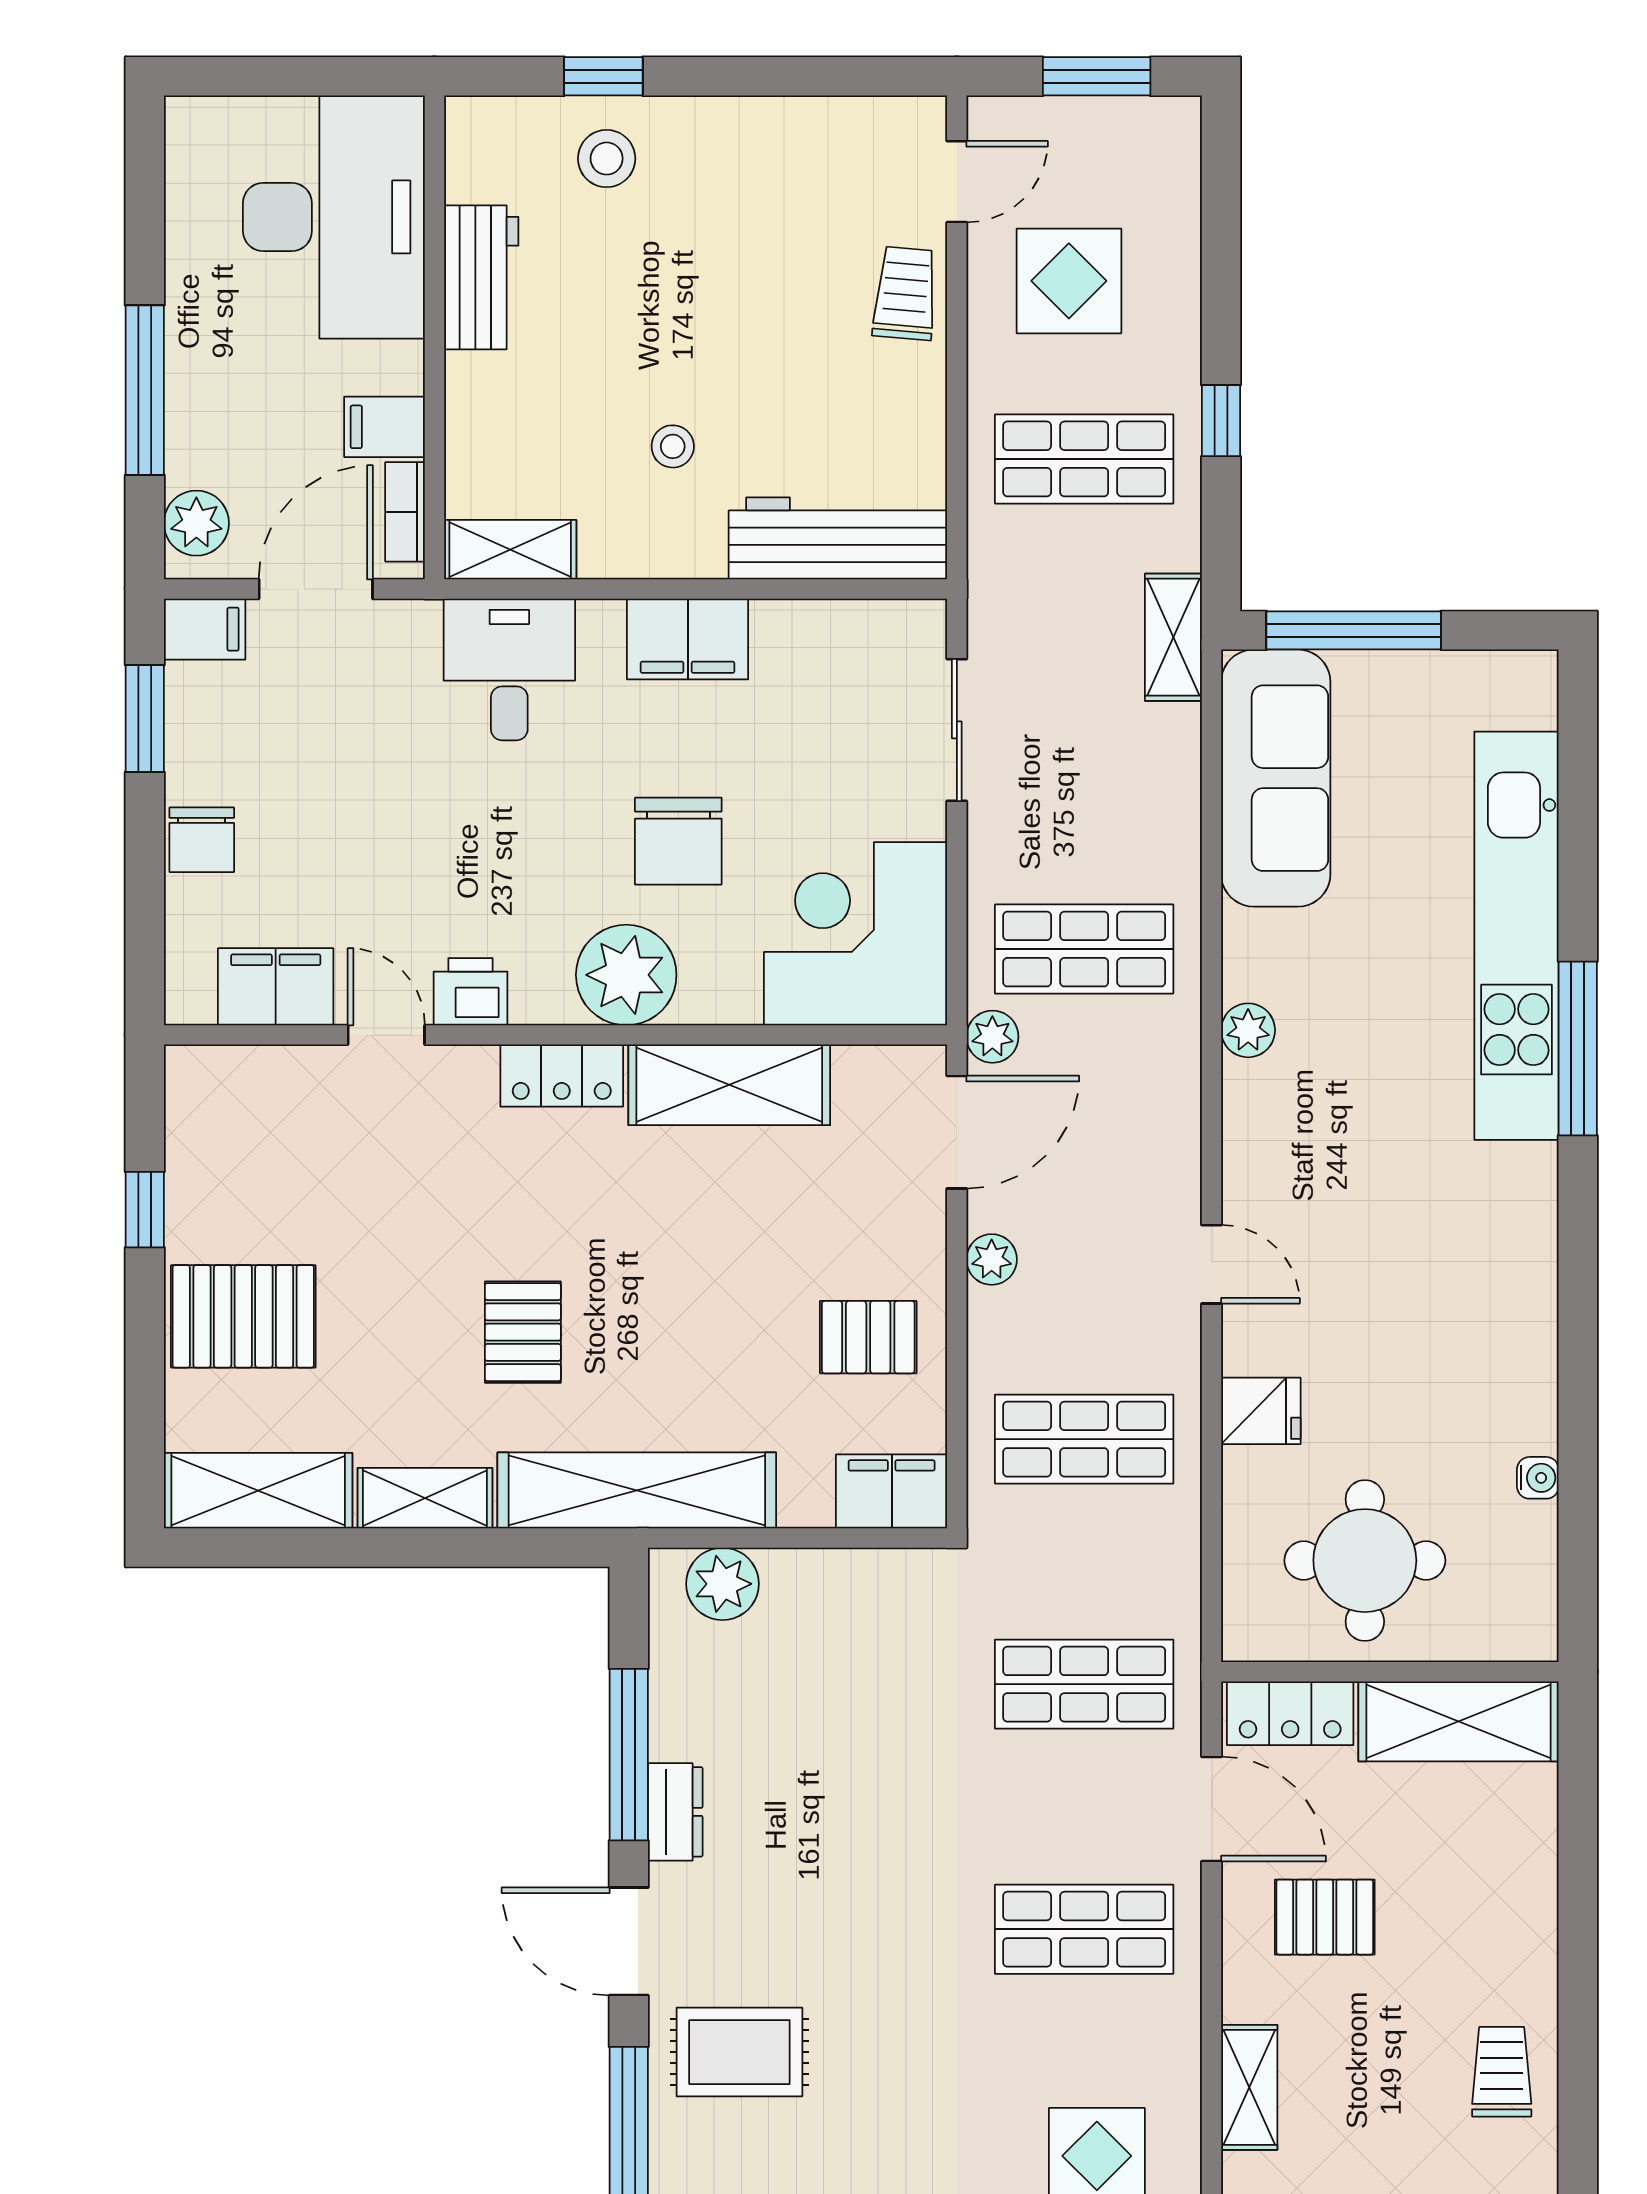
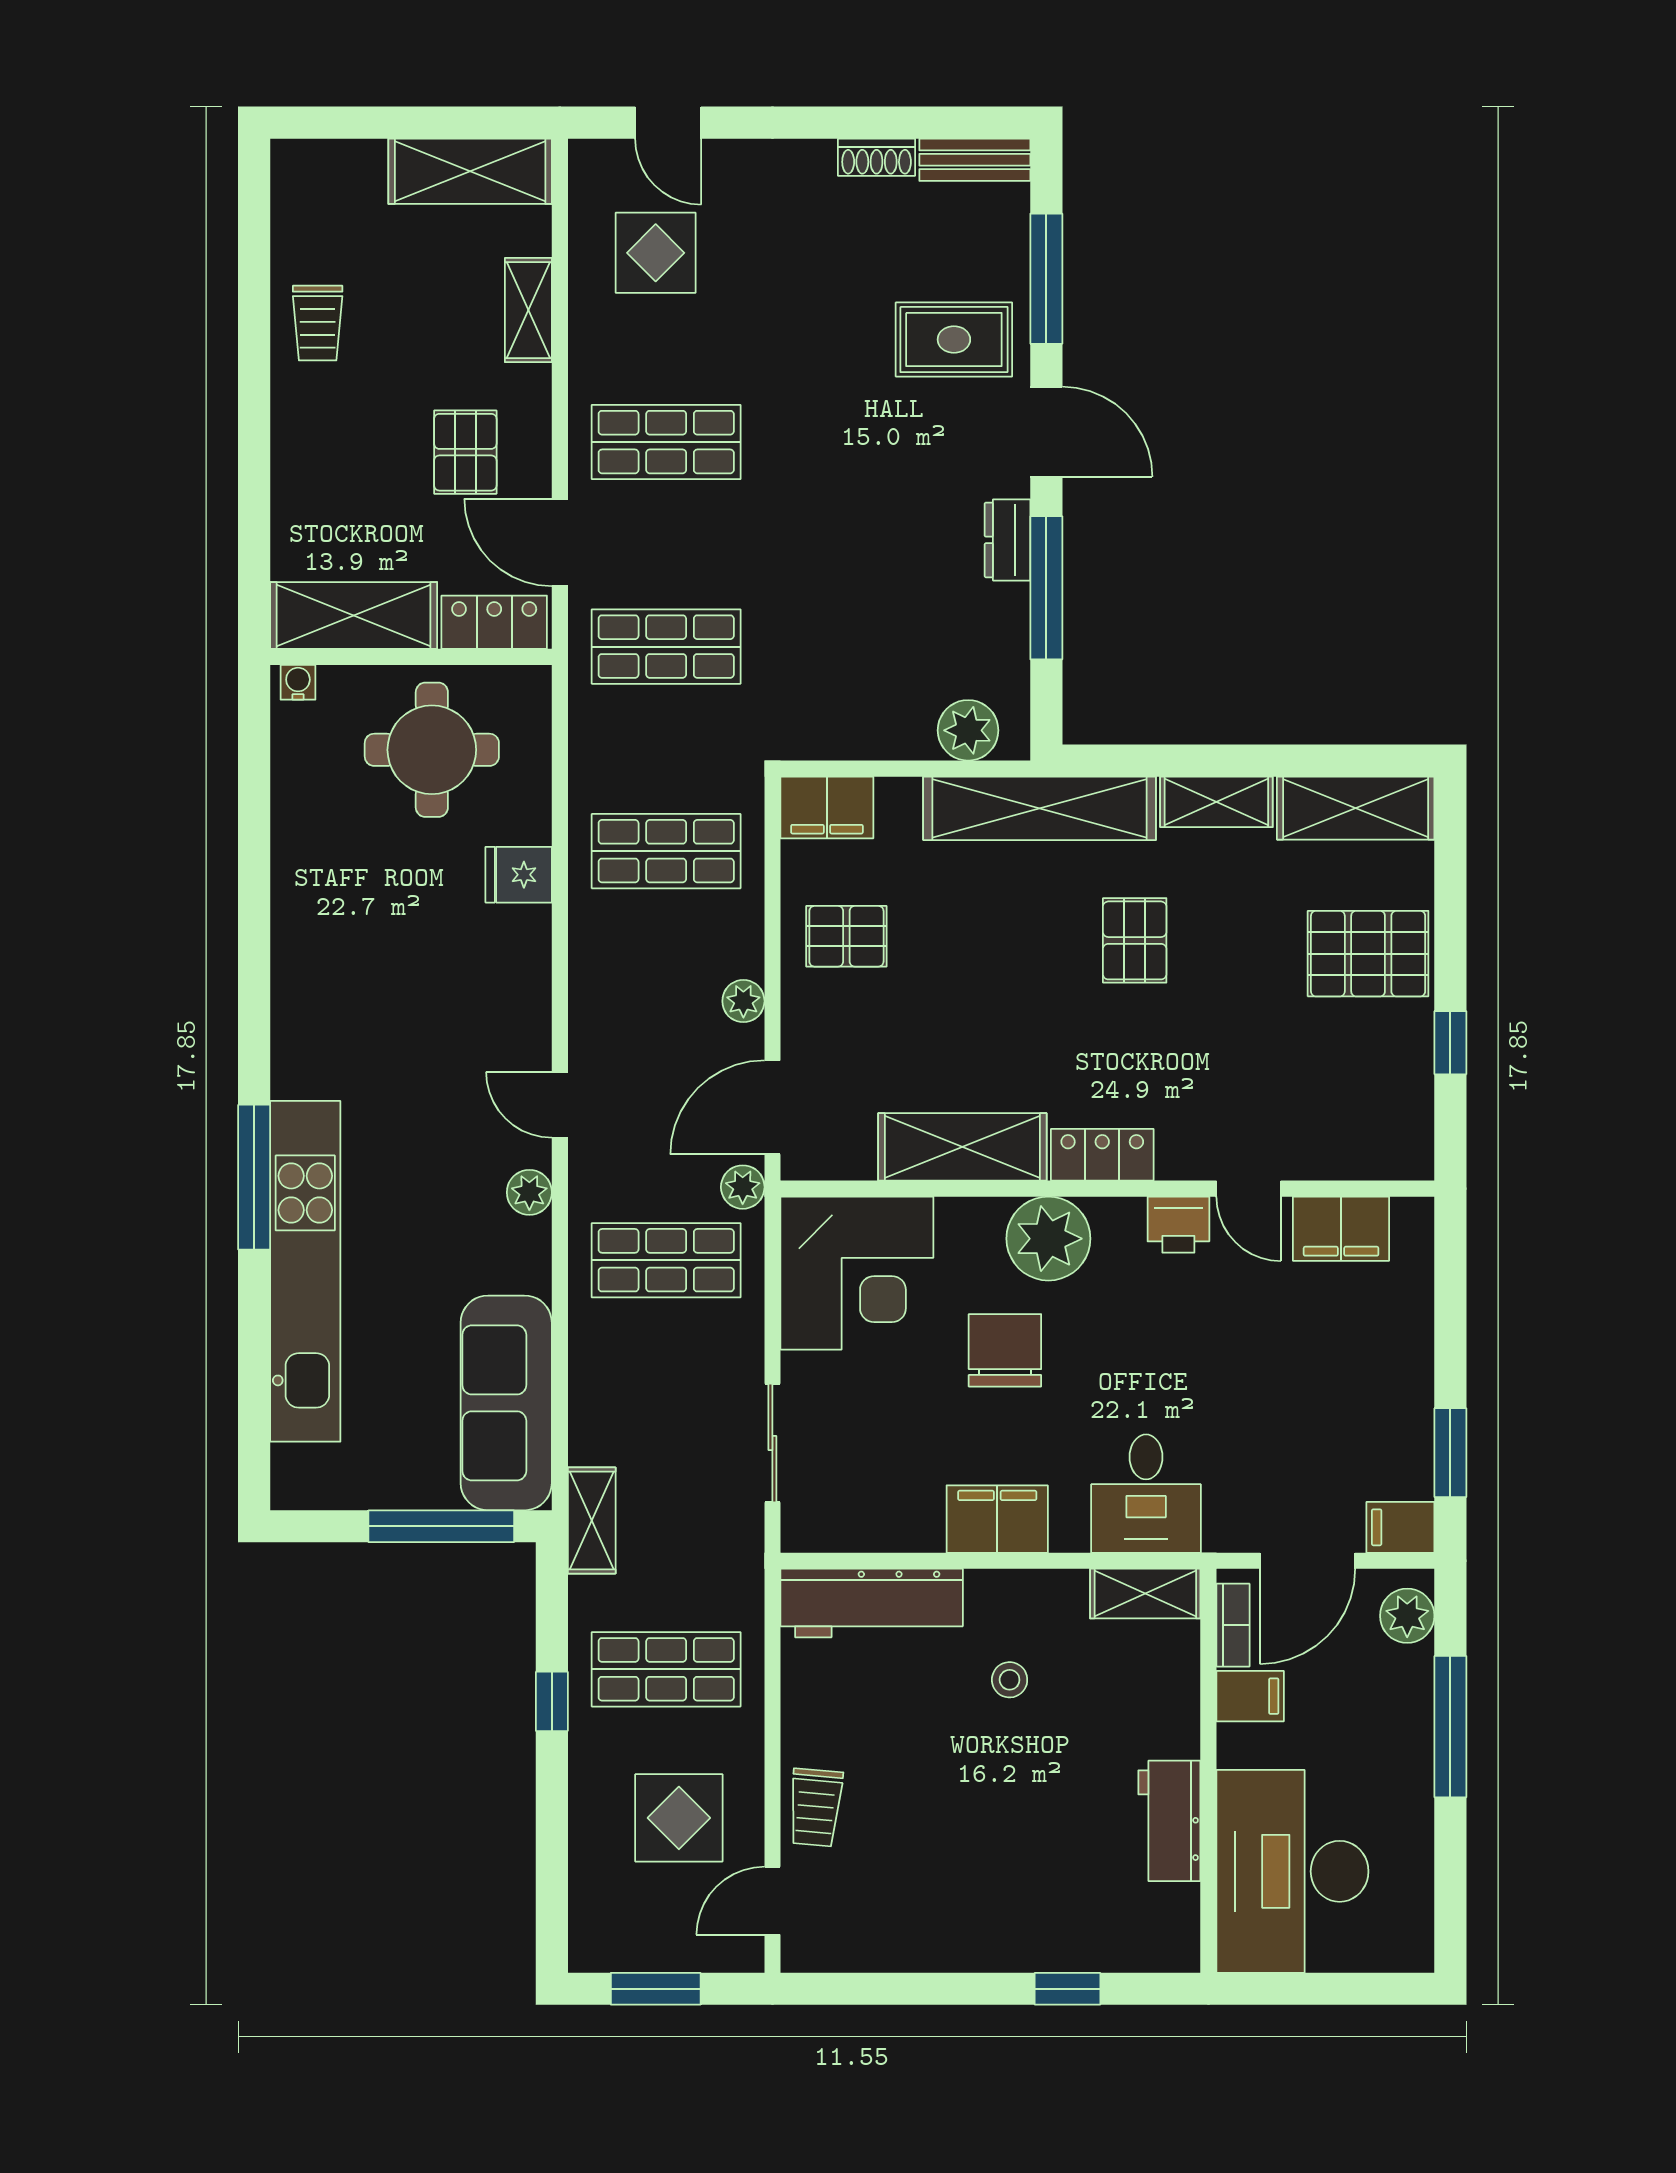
stool: (607, 159) -> (1065, 1920), removed
chair: (202, 840) -> (1403, 1351), removed
door: (1212, 1264) -> (560, 1105), moved
water cooler: (1538, 1478) -> (298, 682), moved, turned 90
pallet: (1325, 1917) -> (465, 452), turned 90

